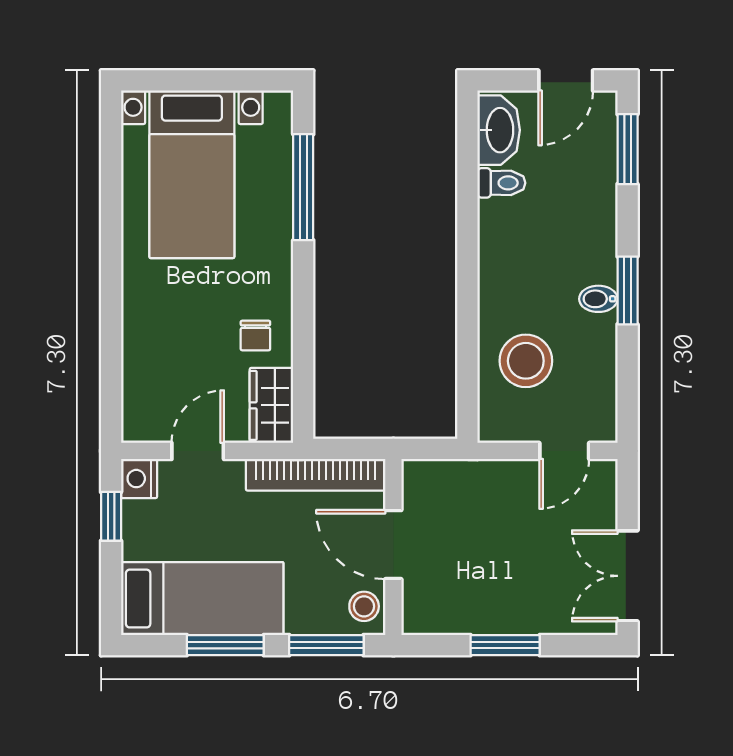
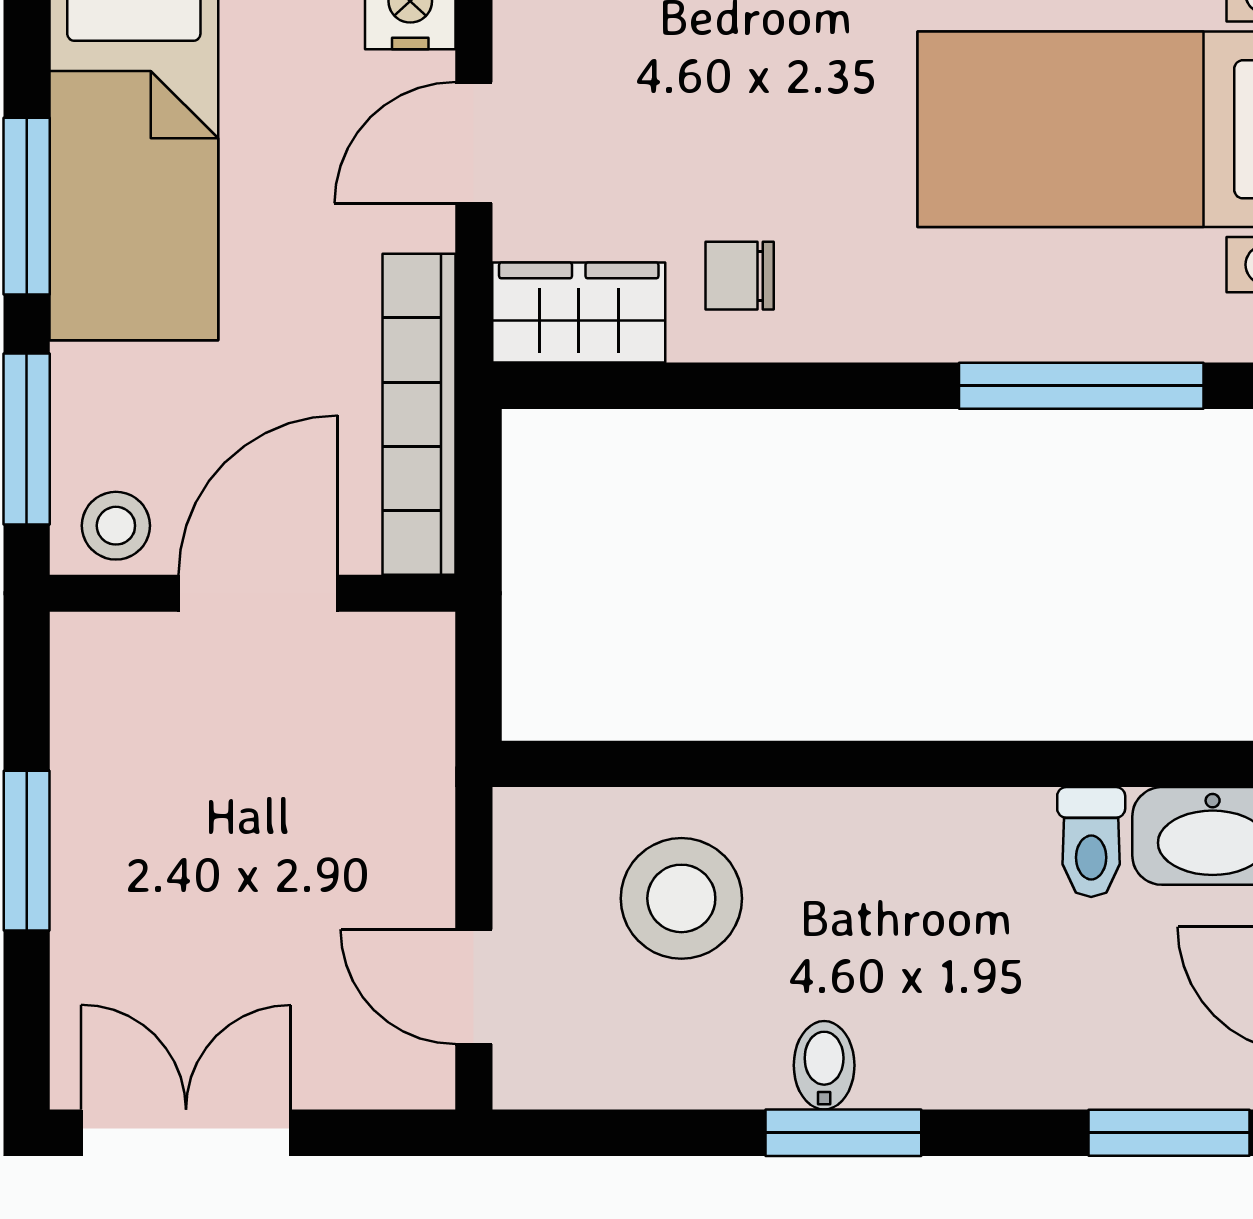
door: (198, 451) -> (474, 143), swing flipped

